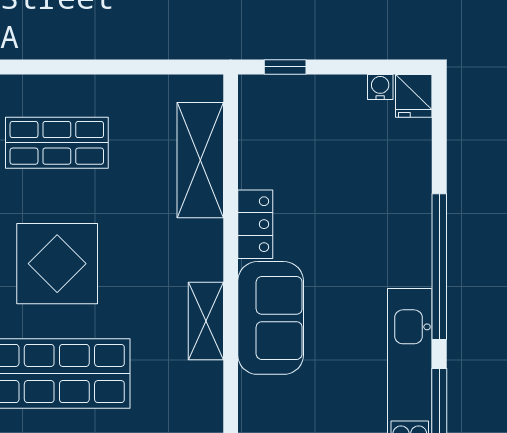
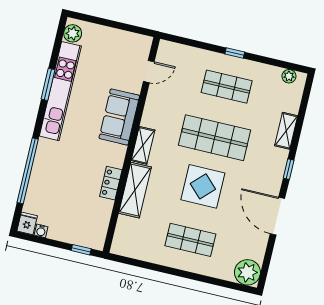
shelving: (200, 160) -> (135, 190), moved
window: (439, 267) -> (28, 171), moved
sofa: (271, 318) -> (119, 117), moved

